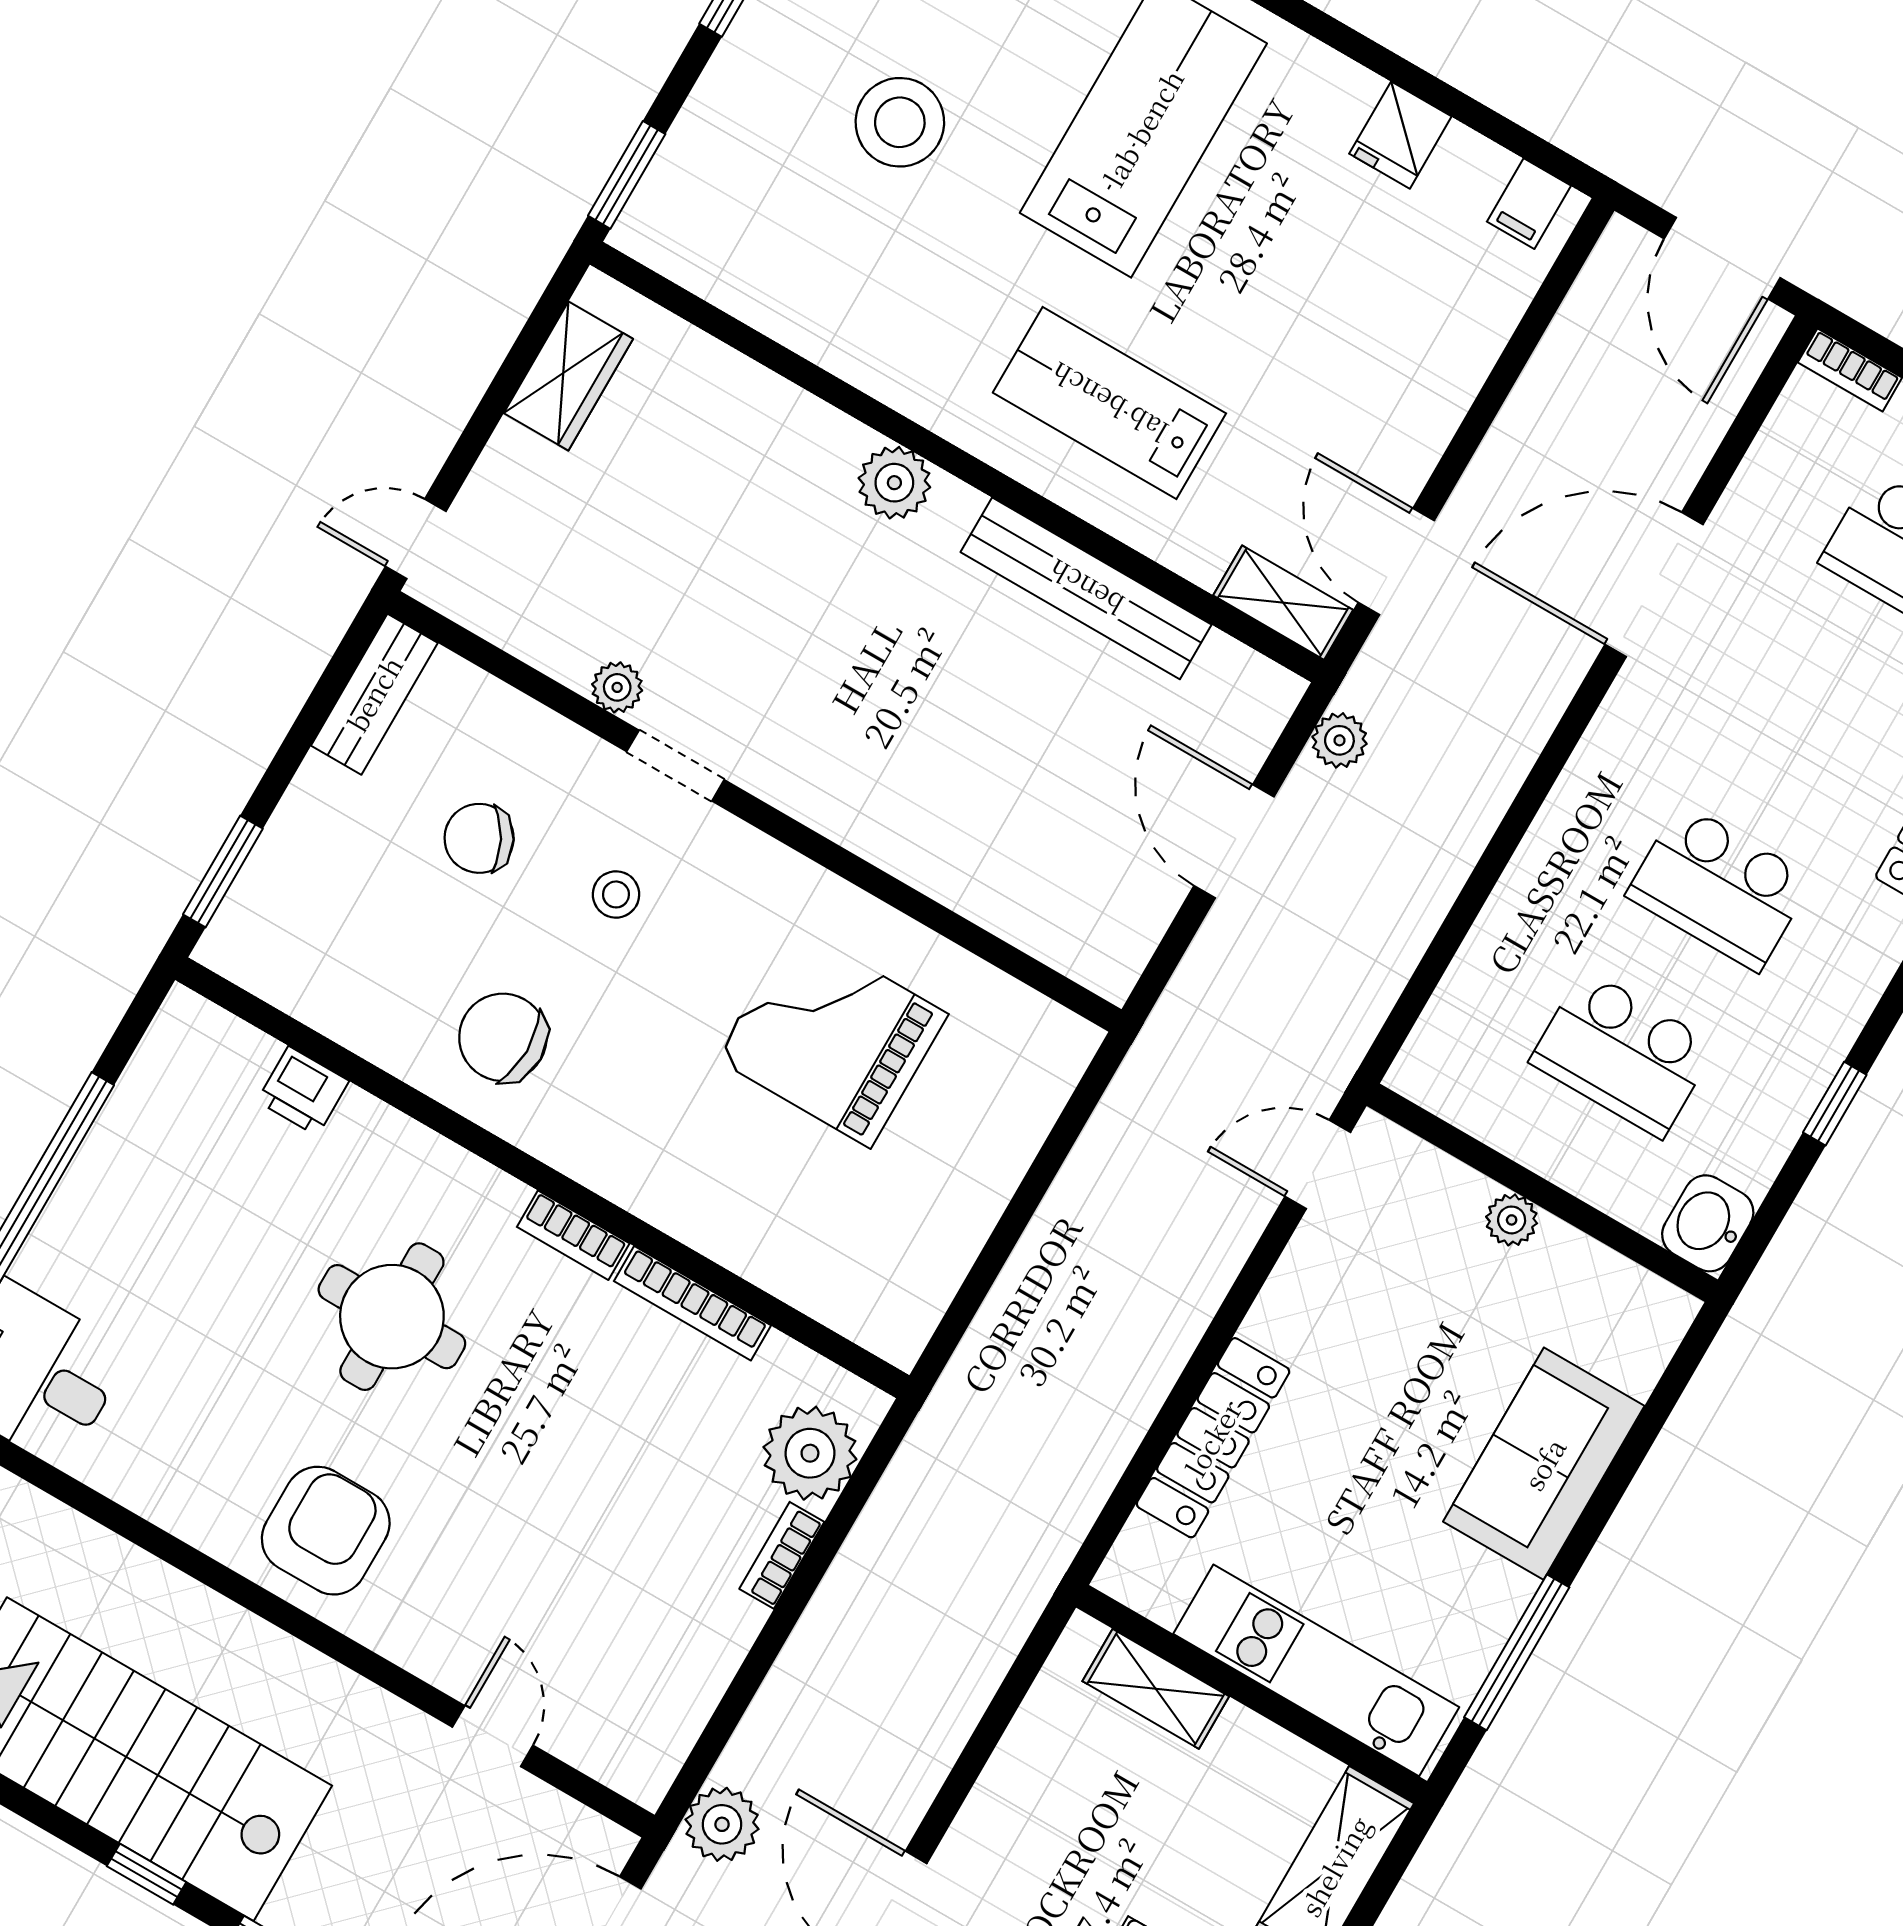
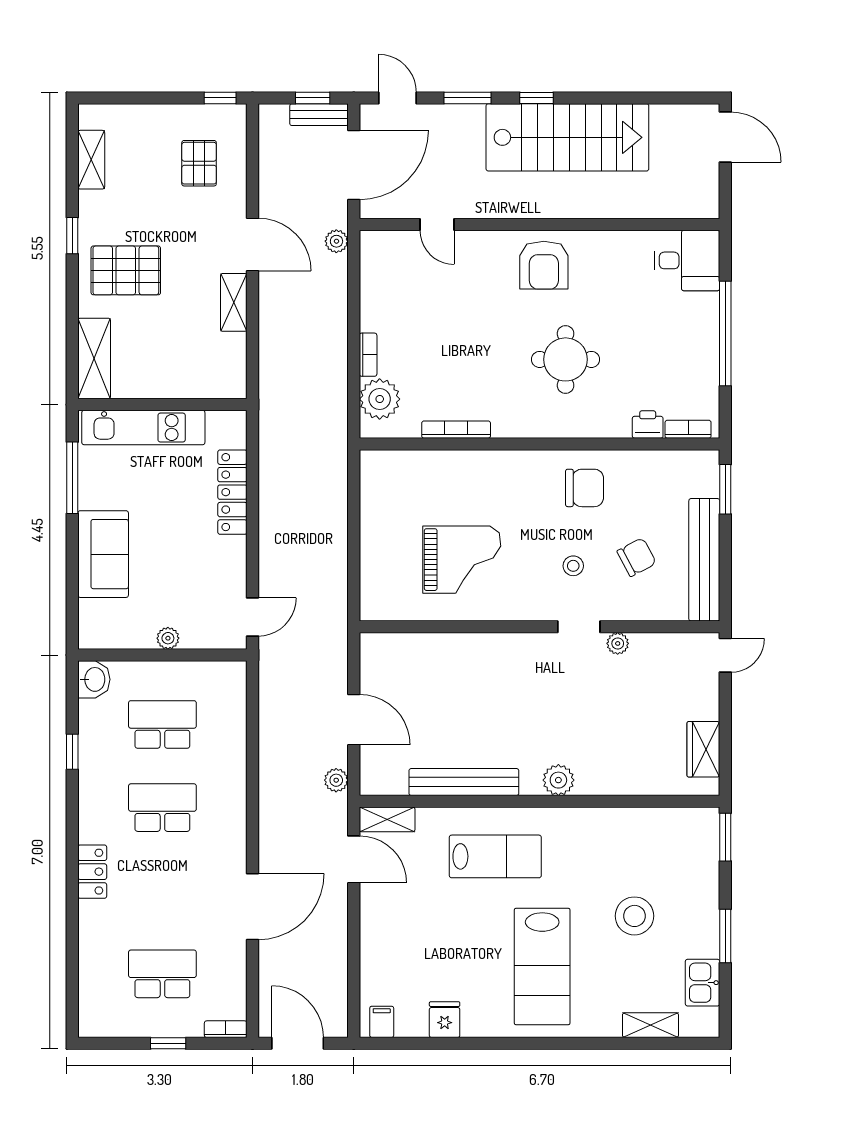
bench: (374, 694) -> (704, 560), width x1.86, depth x1.21
bookcase: (573, 1235) -> (688, 429), moved
shelving: (1156, 1689) -> (234, 302), moved, turned 90
plant: (722, 1824) -> (336, 241), width x0.73, depth x0.73

